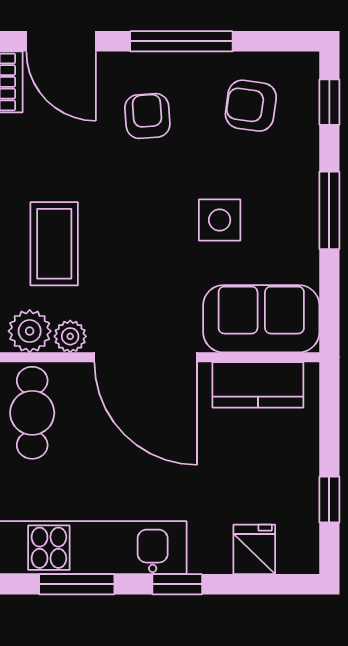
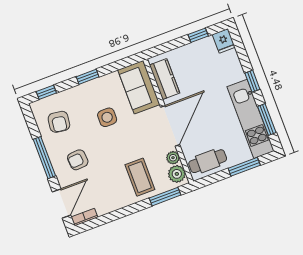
window: (329, 210) -> (88, 77), width x0.67
coffee table: (54, 244) -> (140, 177), turned 90
fridge: (254, 549) -> (224, 41), moved, turned -90

